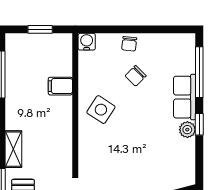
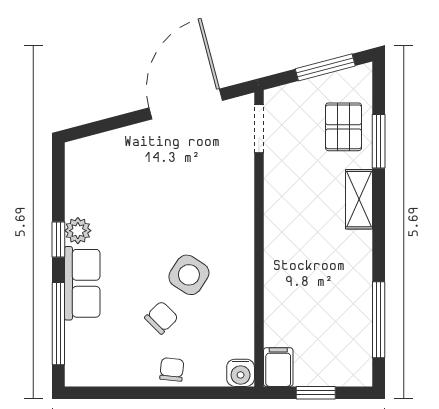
filing cabinet: (60, 86) -> (278, 367), moved, turned -90
side table: (101, 110) -> (189, 275), moved

